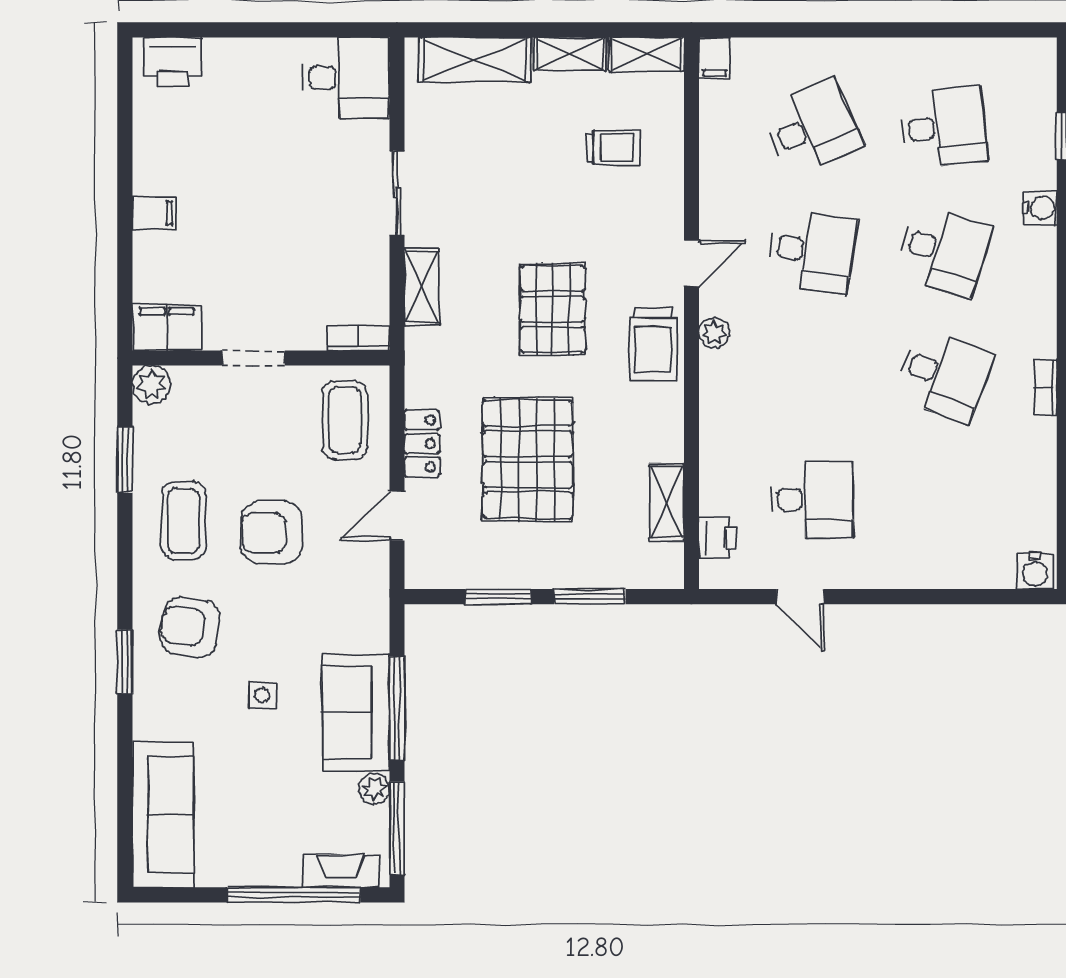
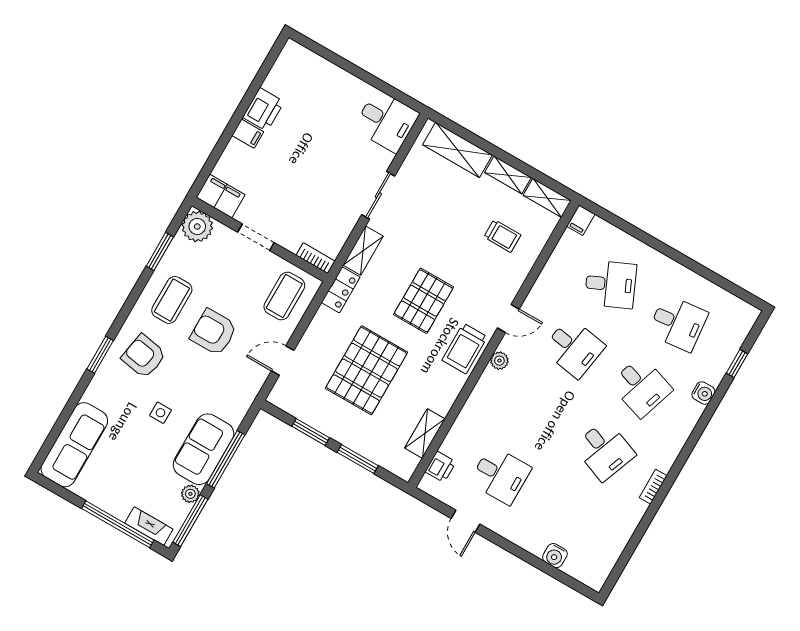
printer: (173, 62) -> (263, 109), moved, turned -90
plant: (152, 385) -> (197, 226), width x1.36, depth x1.36
locker: (422, 444) -> (341, 290), moved
water cooler: (1035, 571) -> (555, 556), moved

